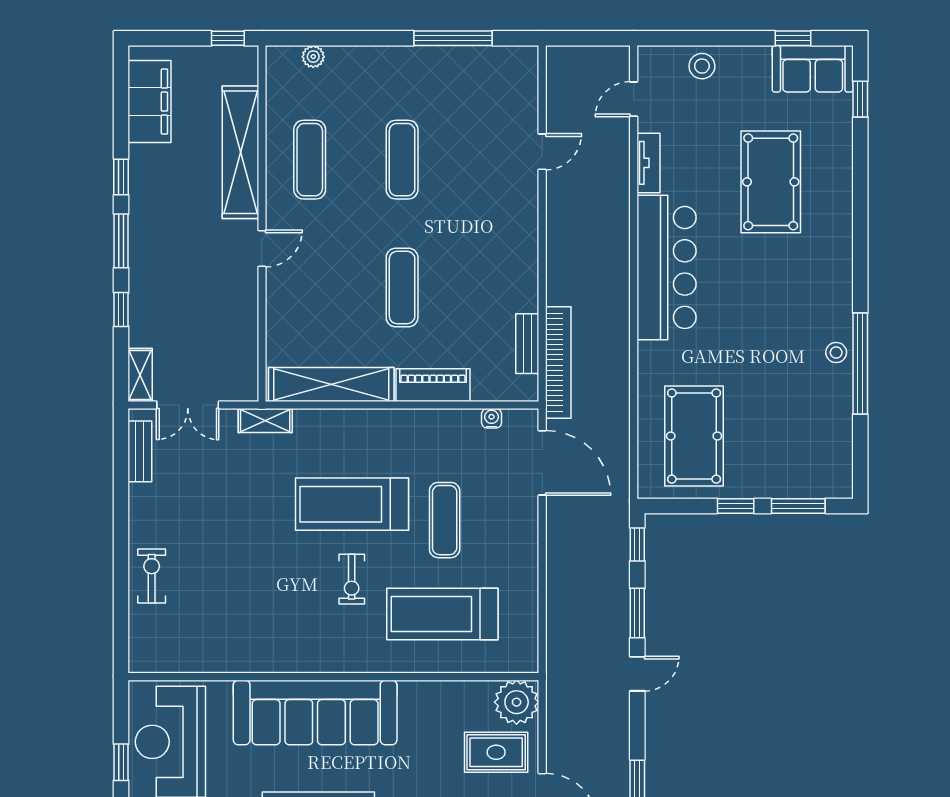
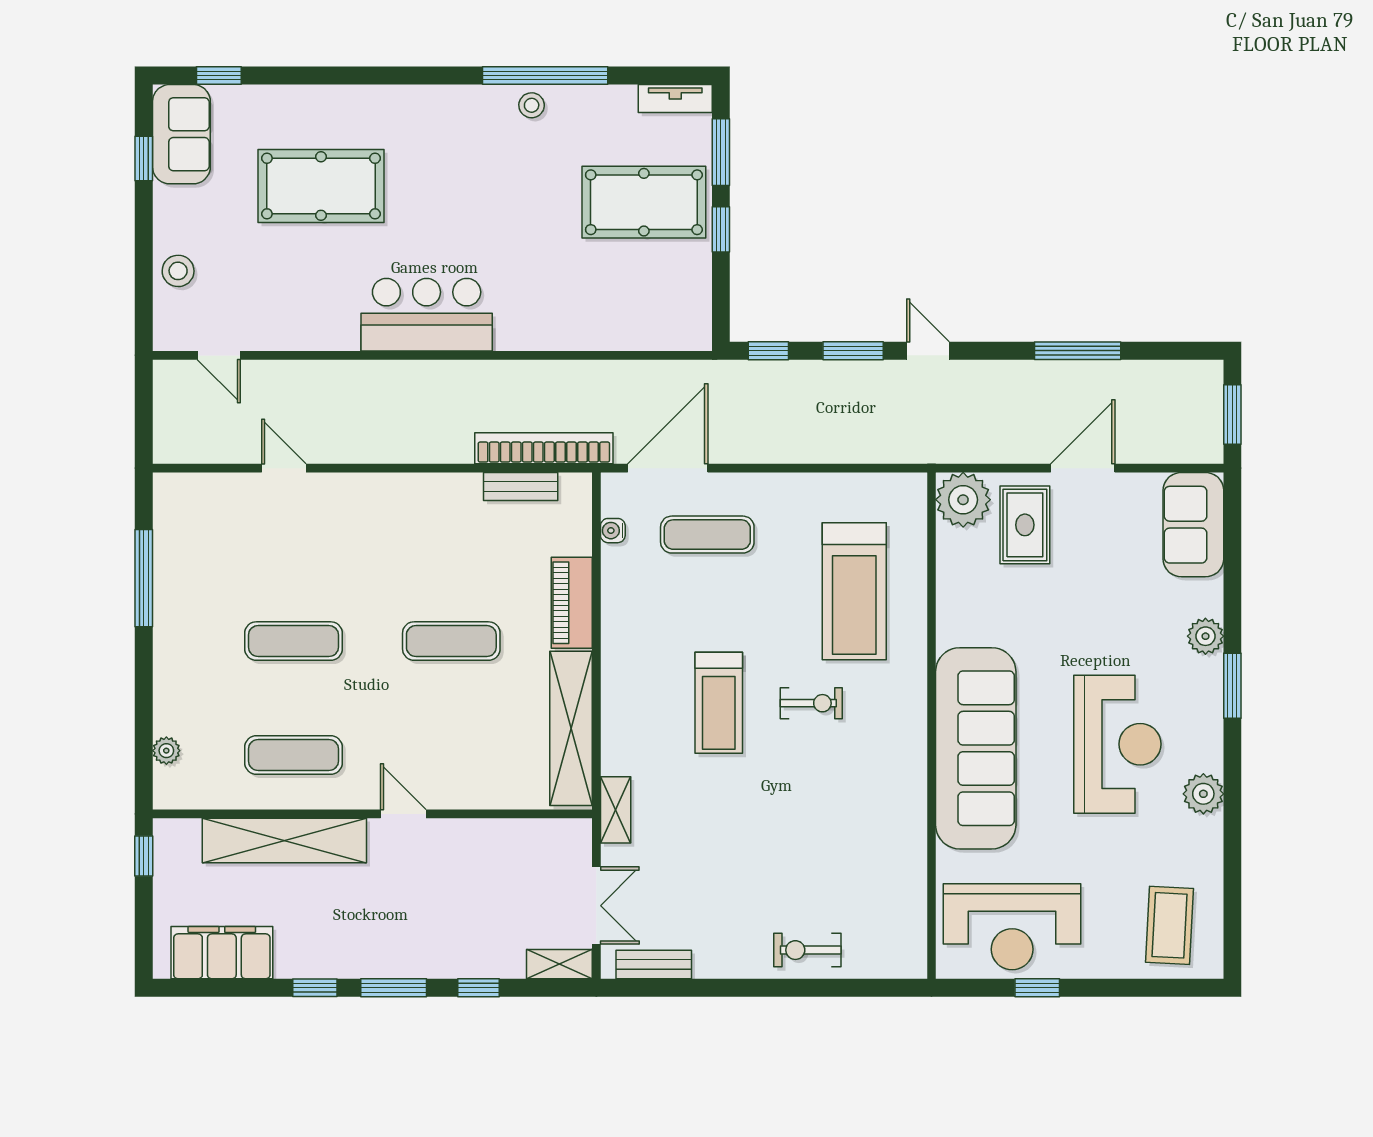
tv unit: (648, 163) -> (675, 98), moved, turned 180
bar counter: (666, 267) -> (427, 315), width x0.73
pool table: (694, 436) -> (644, 202), moved
treadmill: (352, 504) -> (719, 703), width x0.73, depth x0.73
exercise mat: (445, 520) -> (707, 535), moved

